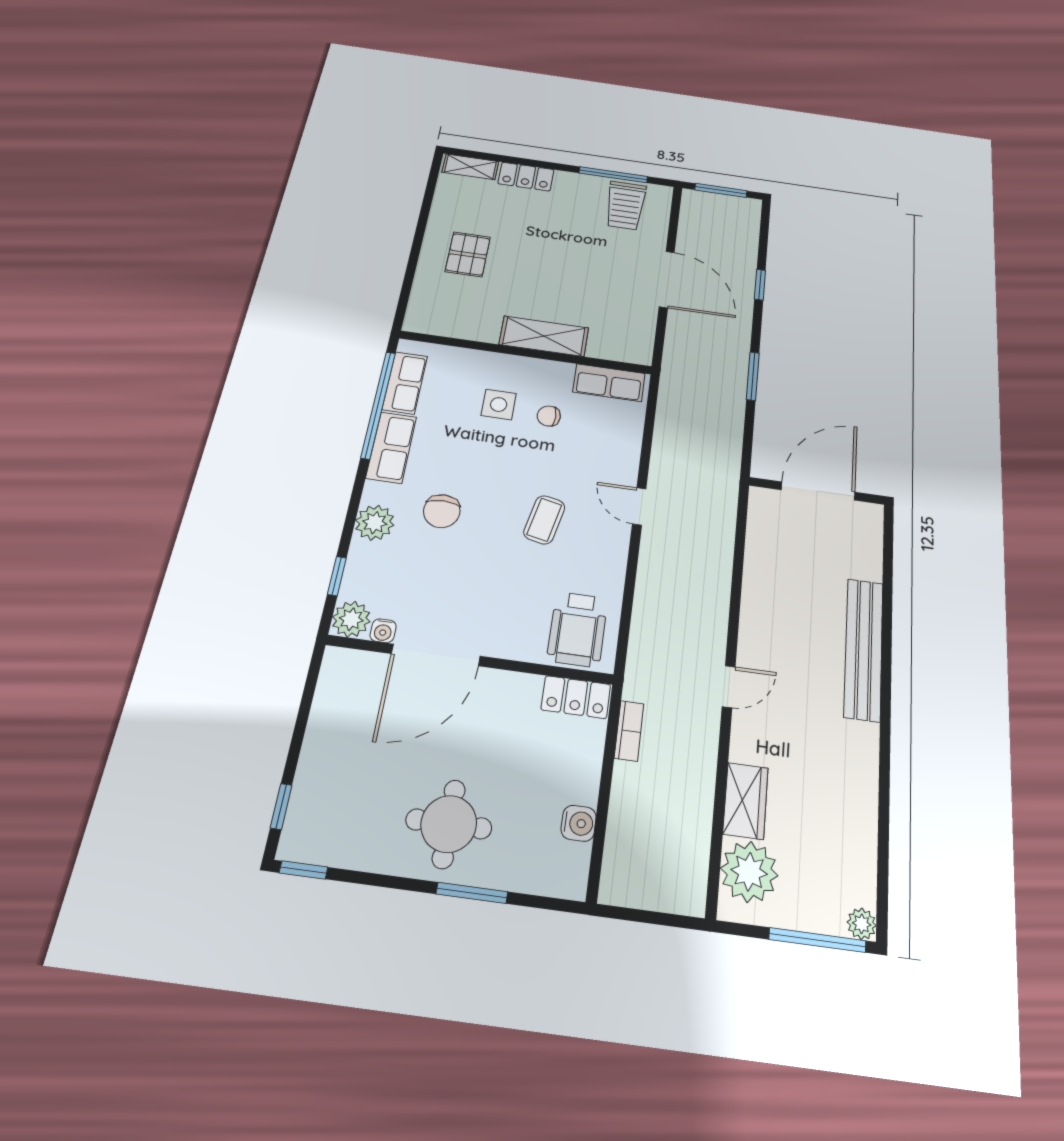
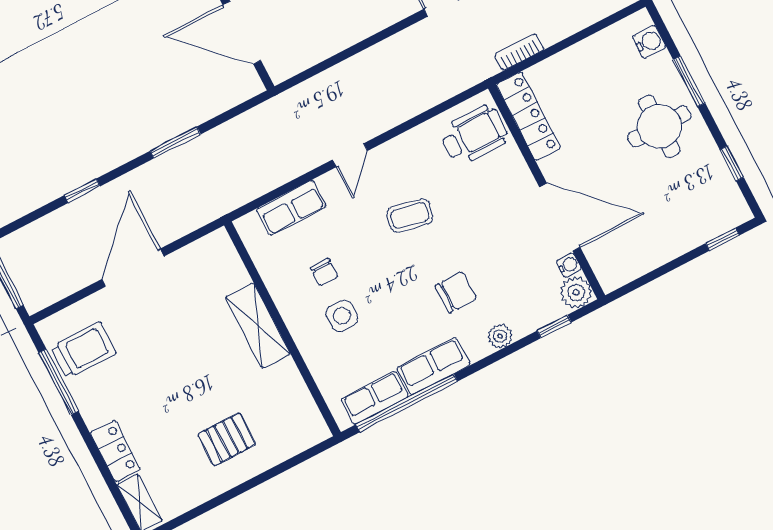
row of seats: (609, 383) -> (291, 208), moved, turned 90
plant: (375, 523) -> (500, 336), width x0.73, depth x0.73
locker: (576, 697) -> (528, 116), width x1.53
water cooler: (579, 823) -> (649, 42), moved, turned 90
window: (304, 870) -> (732, 163), moved

